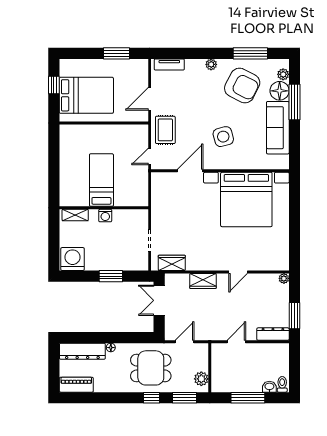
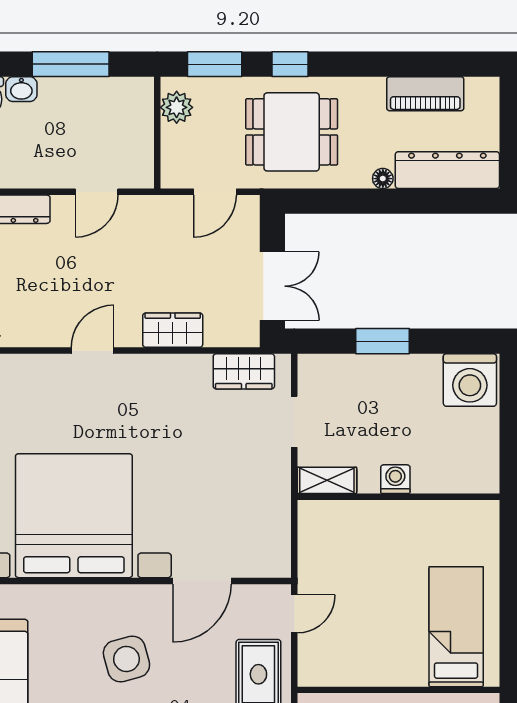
bed: (101, 180) -> (456, 627), moved, turned 180
shelving: (75, 215) -> (327, 480), moved
piano: (76, 385) -> (425, 94), moved

